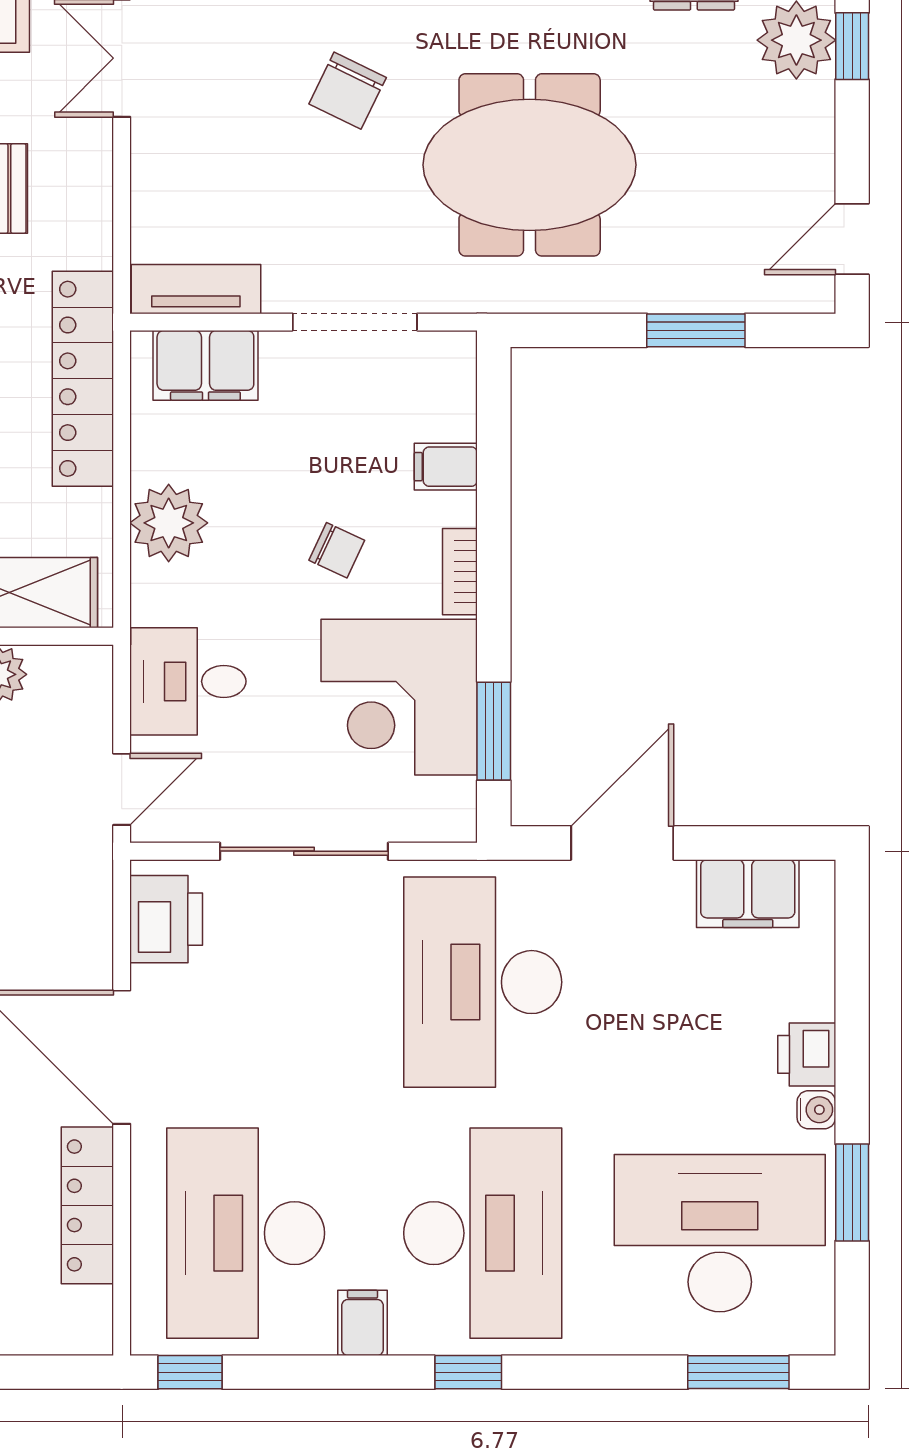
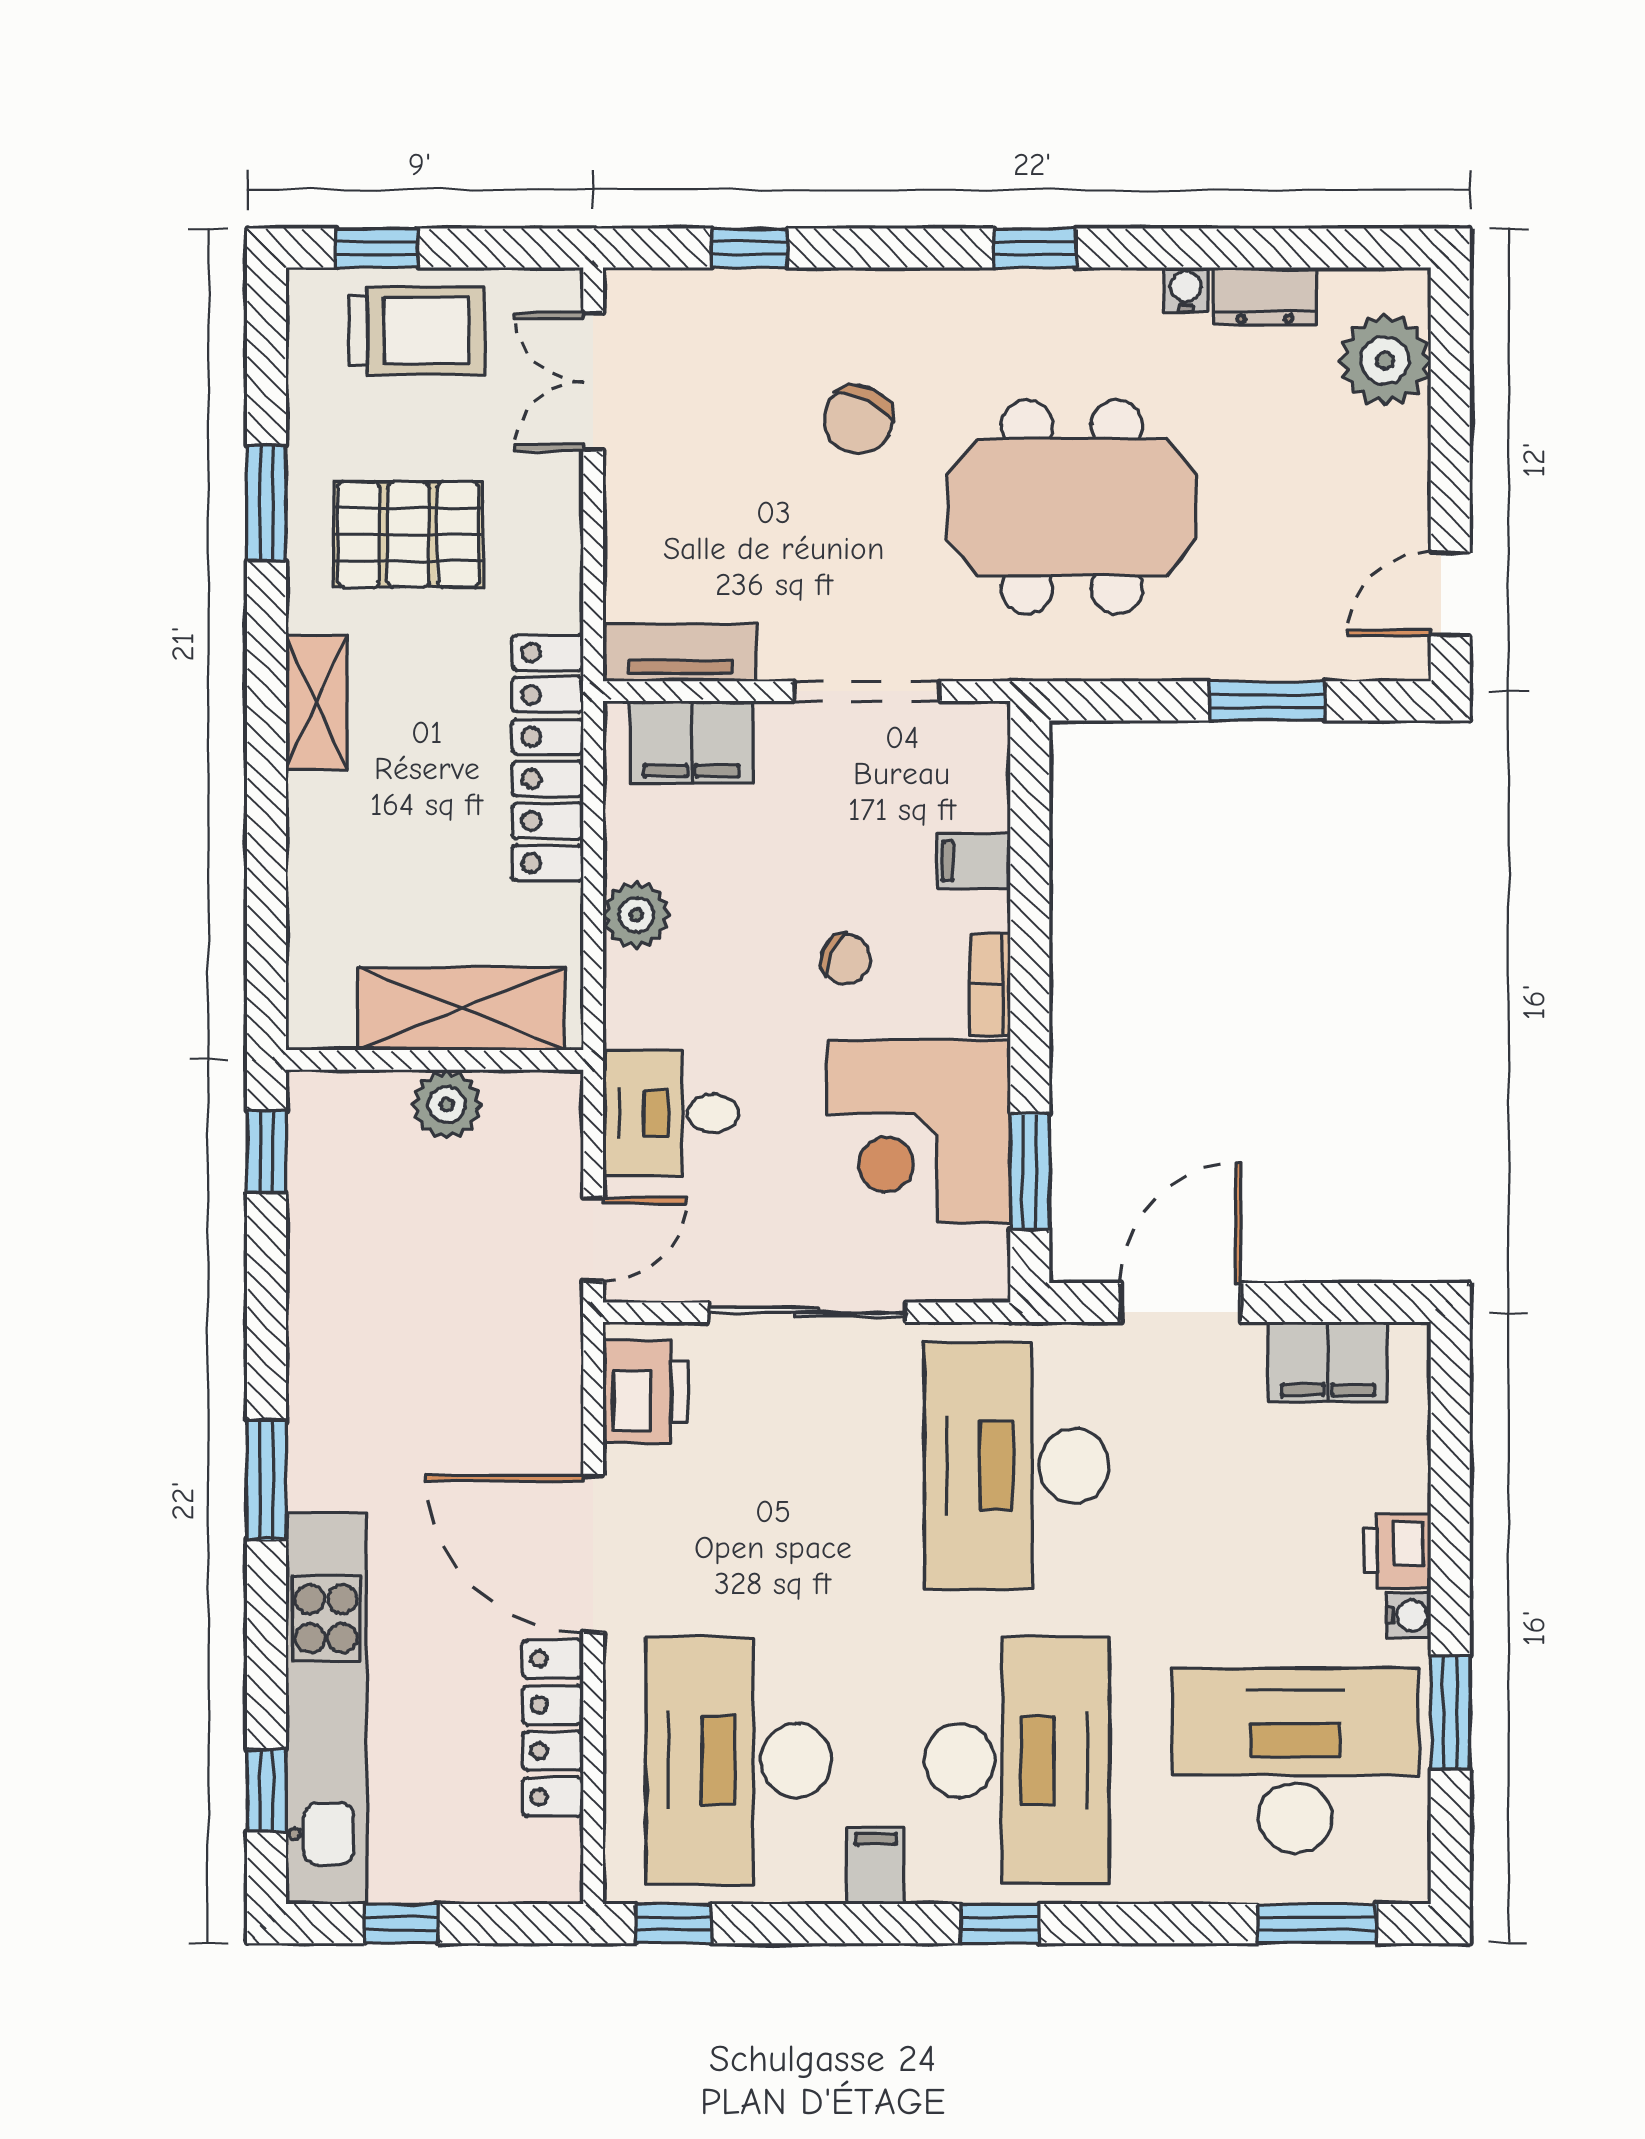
window: (852, 46) -> (1450, 367), removed
plant: (169, 523) -> (636, 915), width x0.73, depth x0.73

